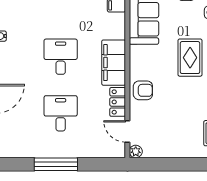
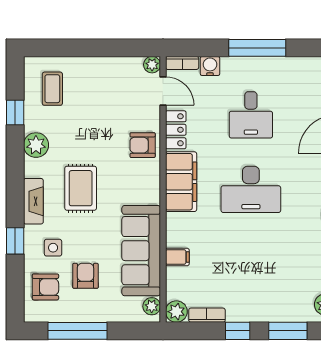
desk: (61, 57) -> (251, 189), width x1.37
water cooler: (92, 150) -> (210, 66), added
bookcase: (113, 153) -> (182, 63), added

